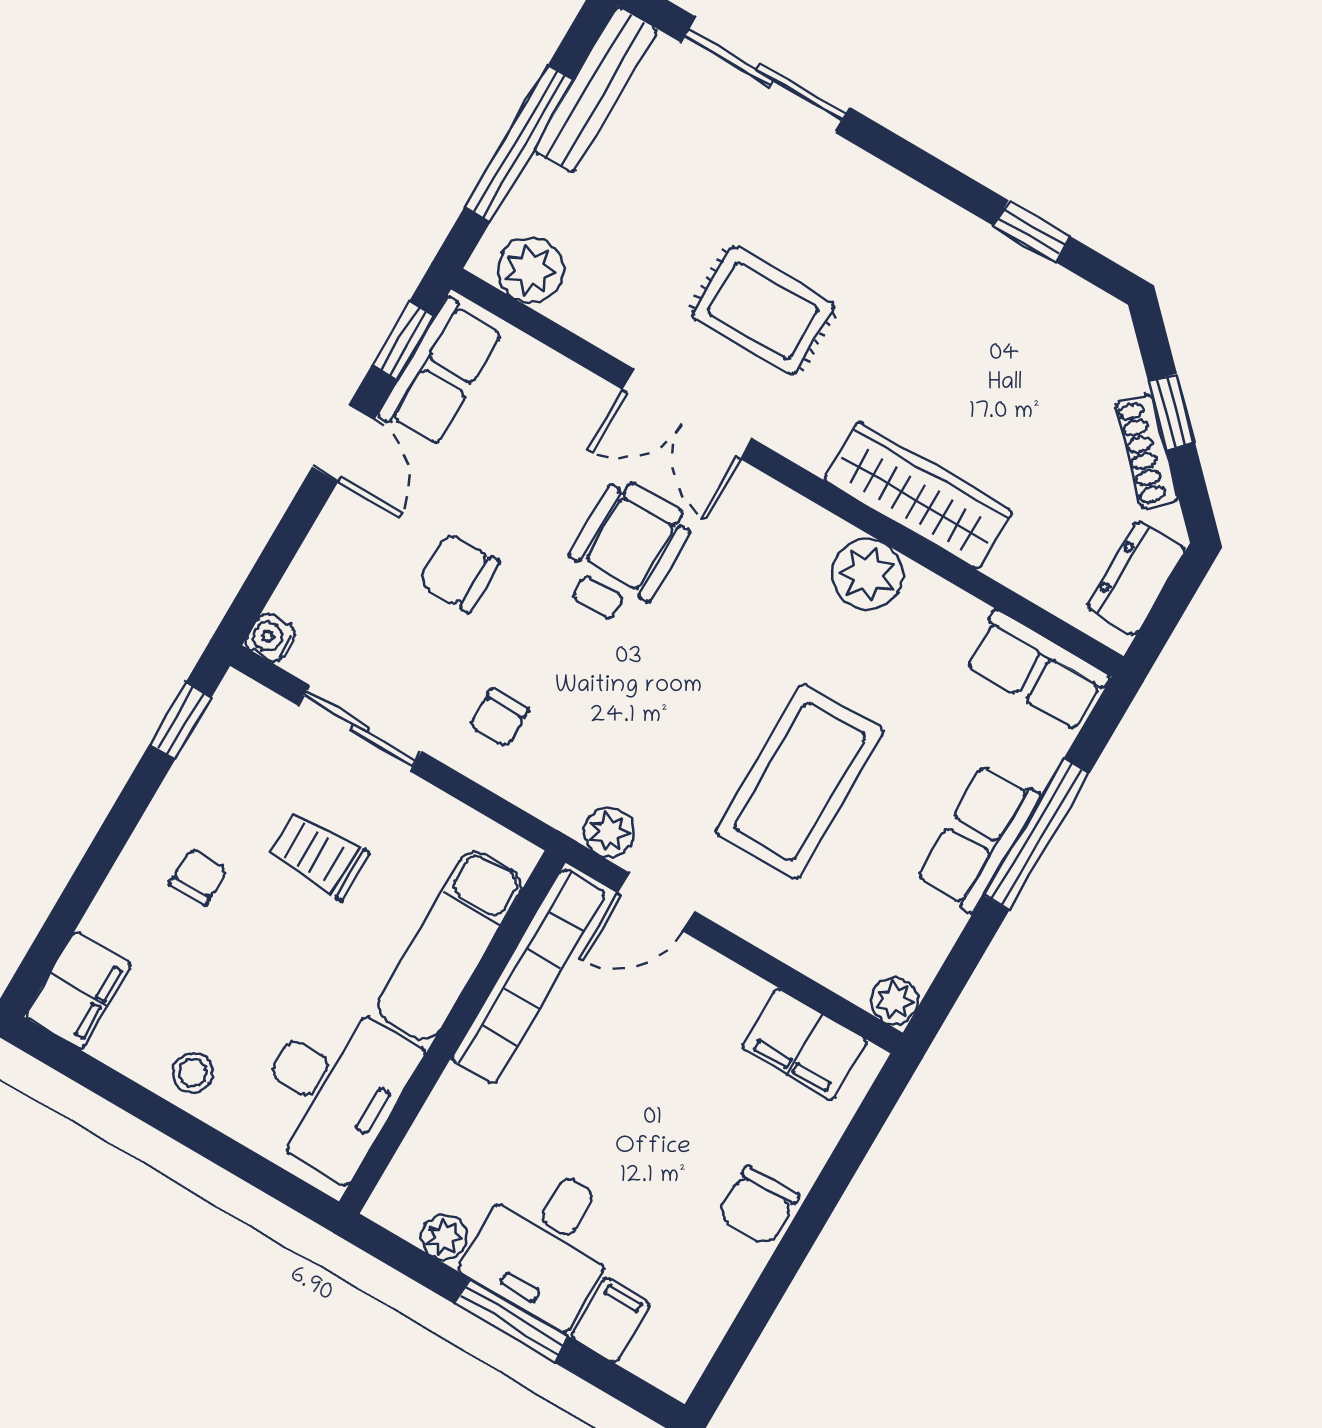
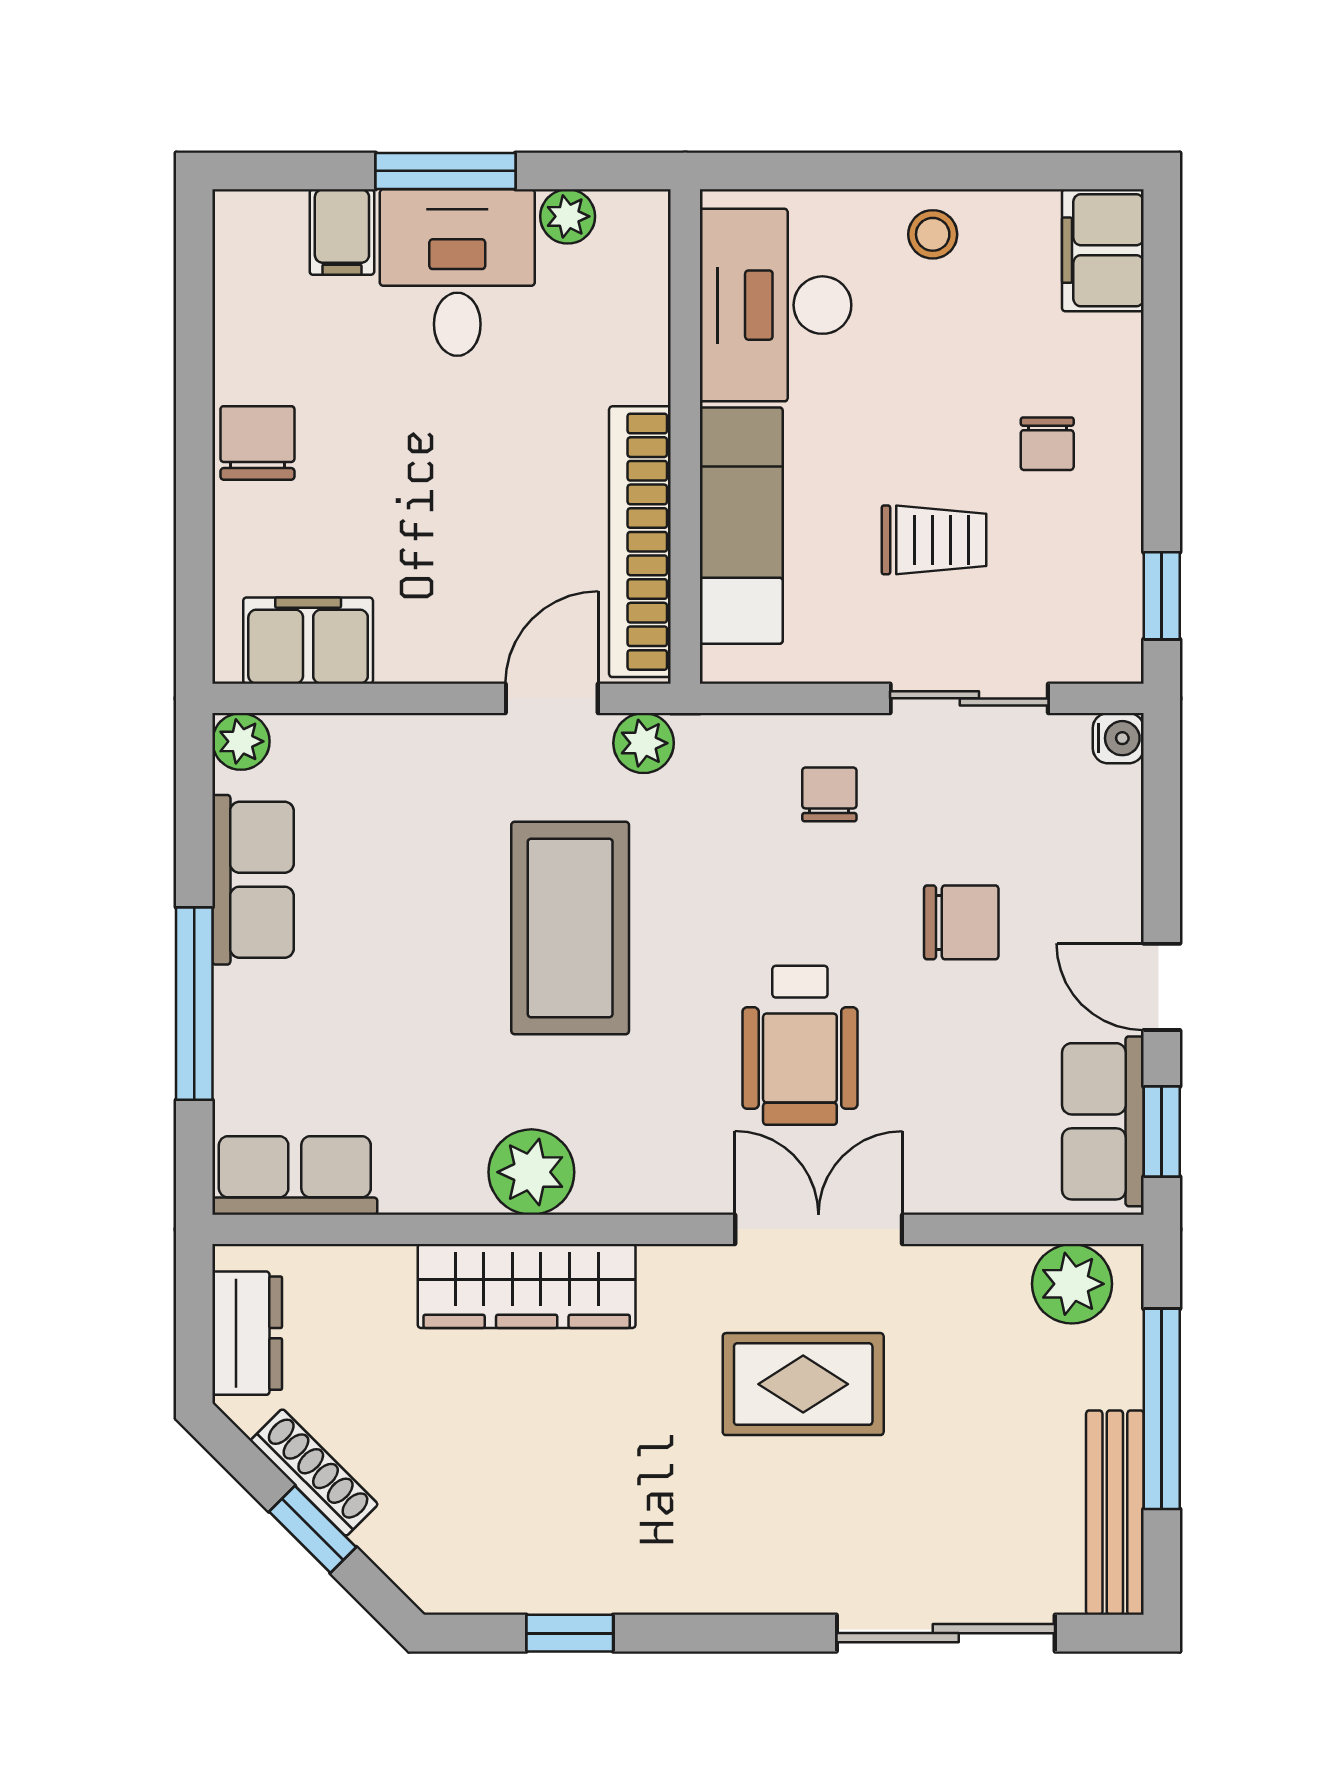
coffee table: (799, 782) -> (570, 928), moved
row of seats: (978, 838) -> (253, 880), moved

